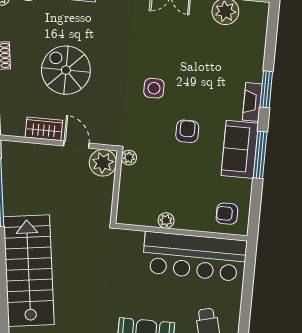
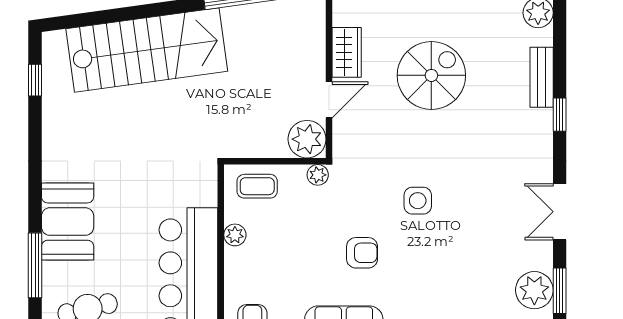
coffee table: (133, 201) -> (257, 186), added

